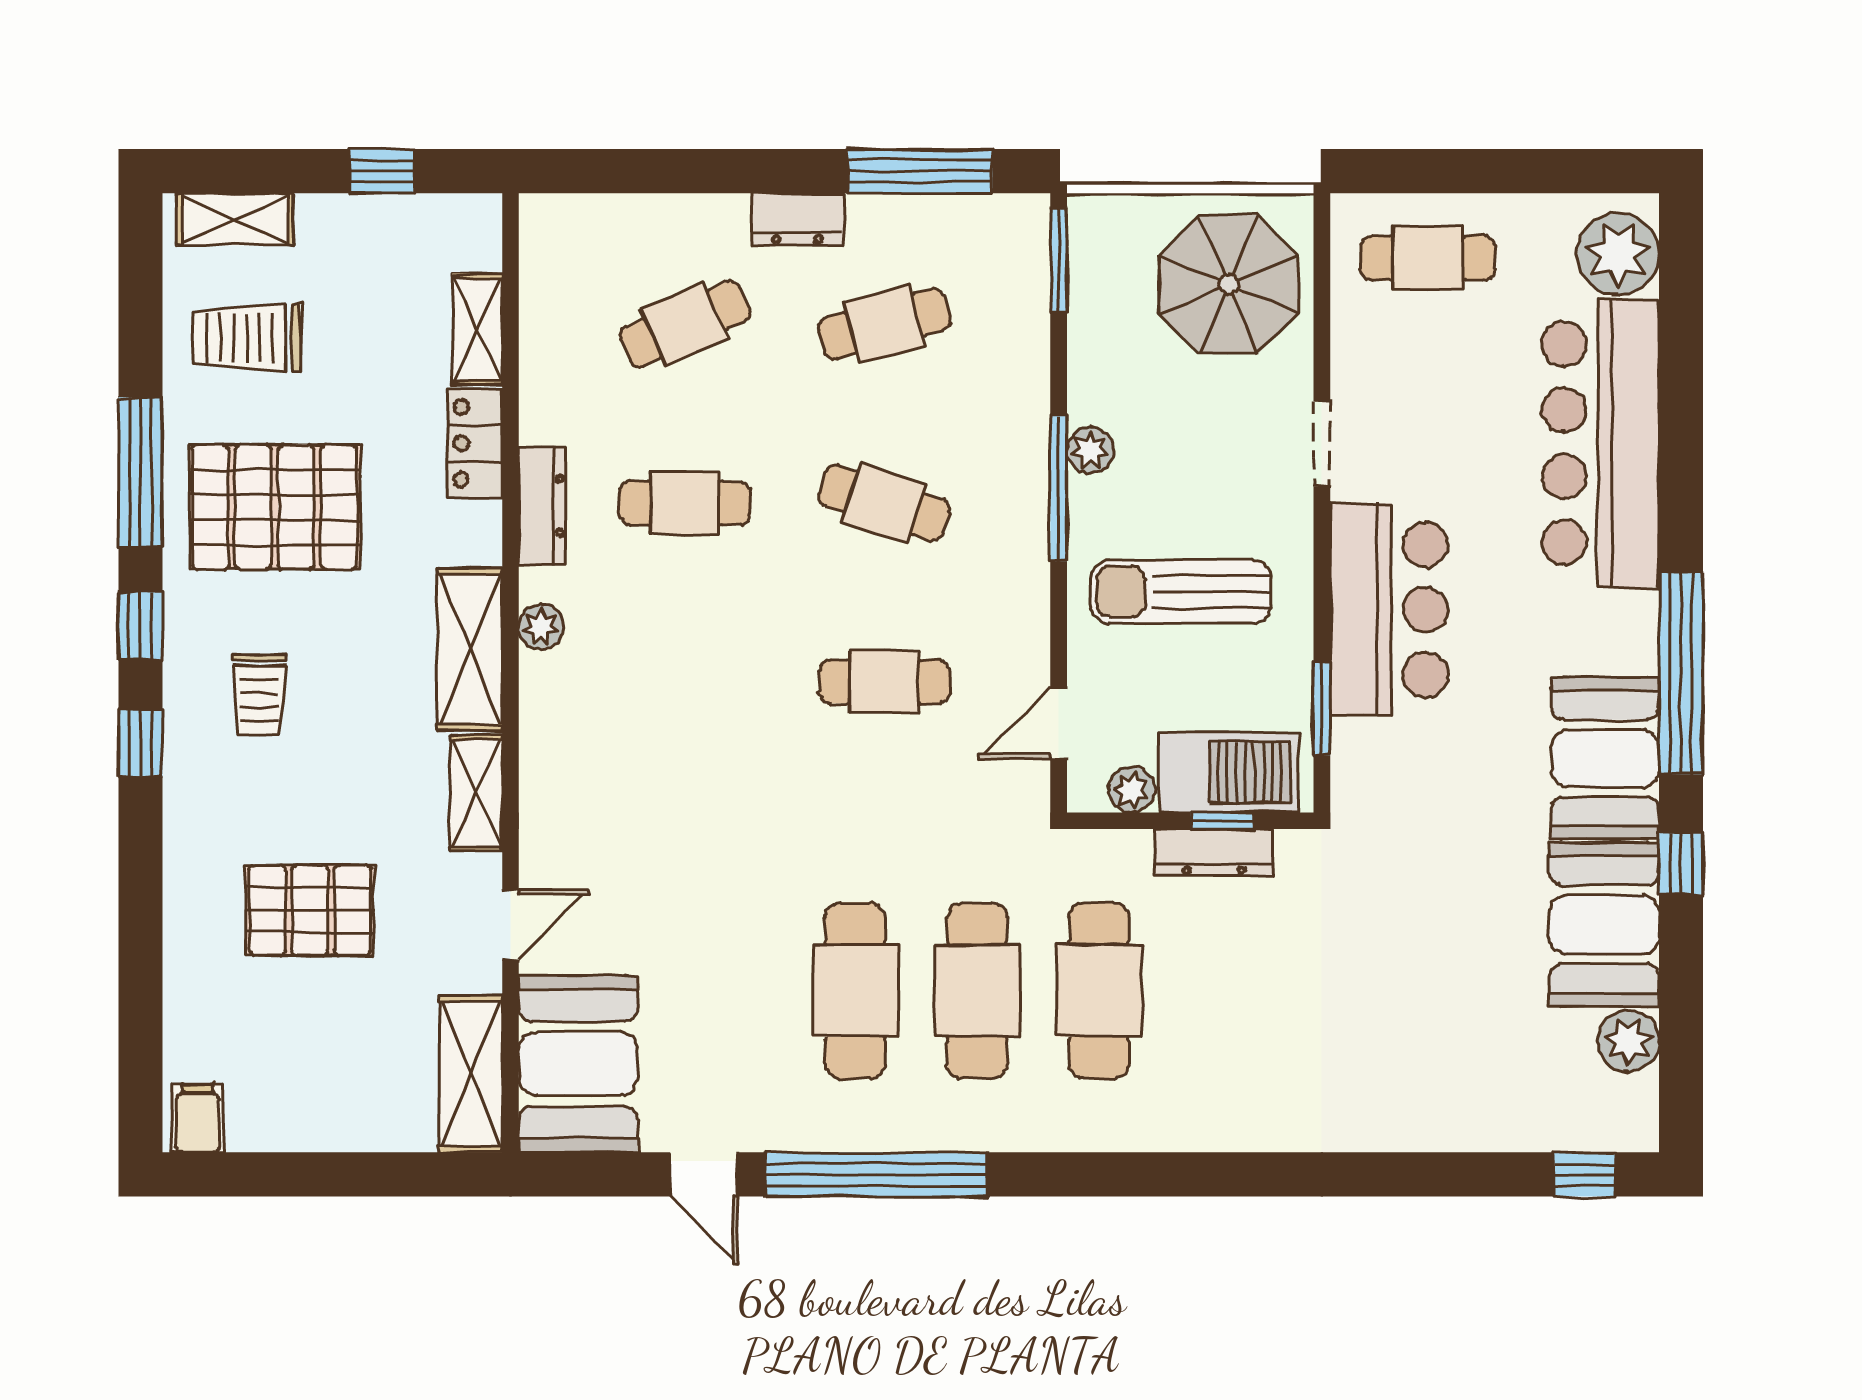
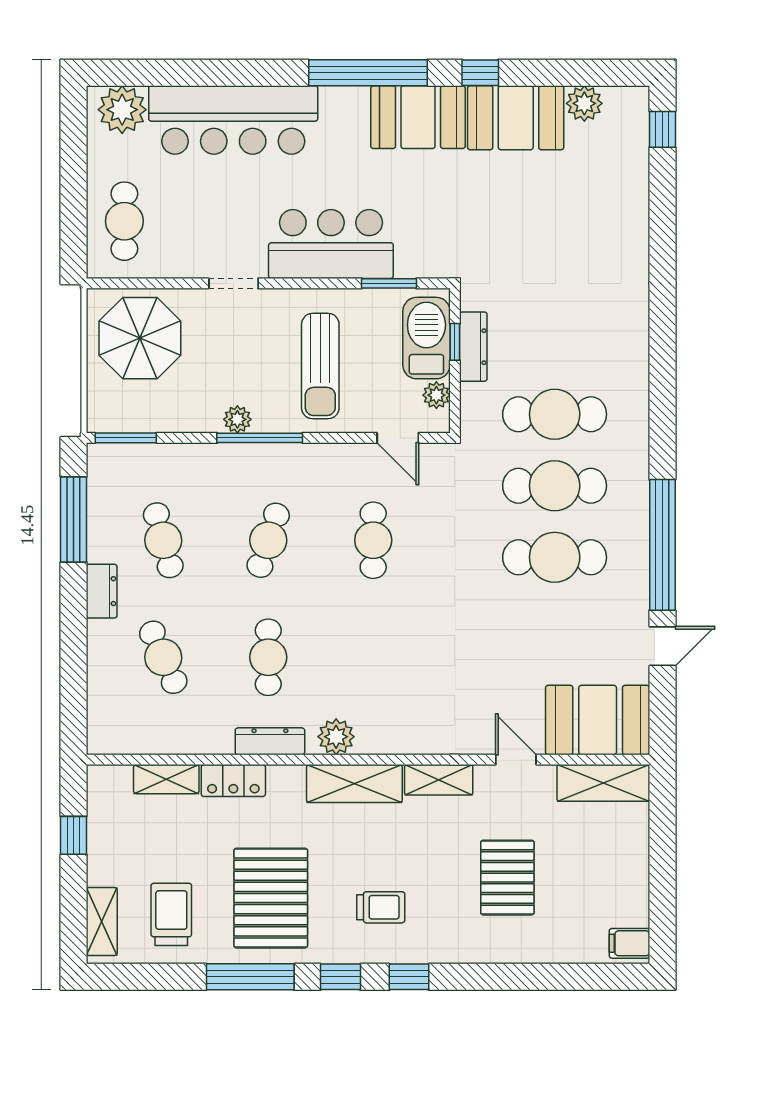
trolley: (247, 338) -> (171, 914), turned 180
plant: (541, 627) -> (336, 737), width x1.38, depth x1.38

